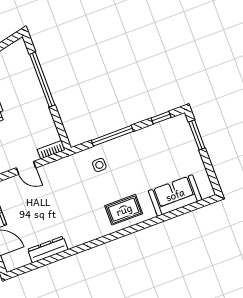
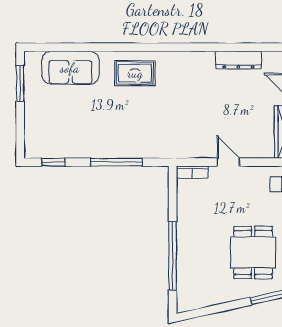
window: (197, 135) -> (20, 83), moved
side table: (99, 165) -> (144, 134), removed

